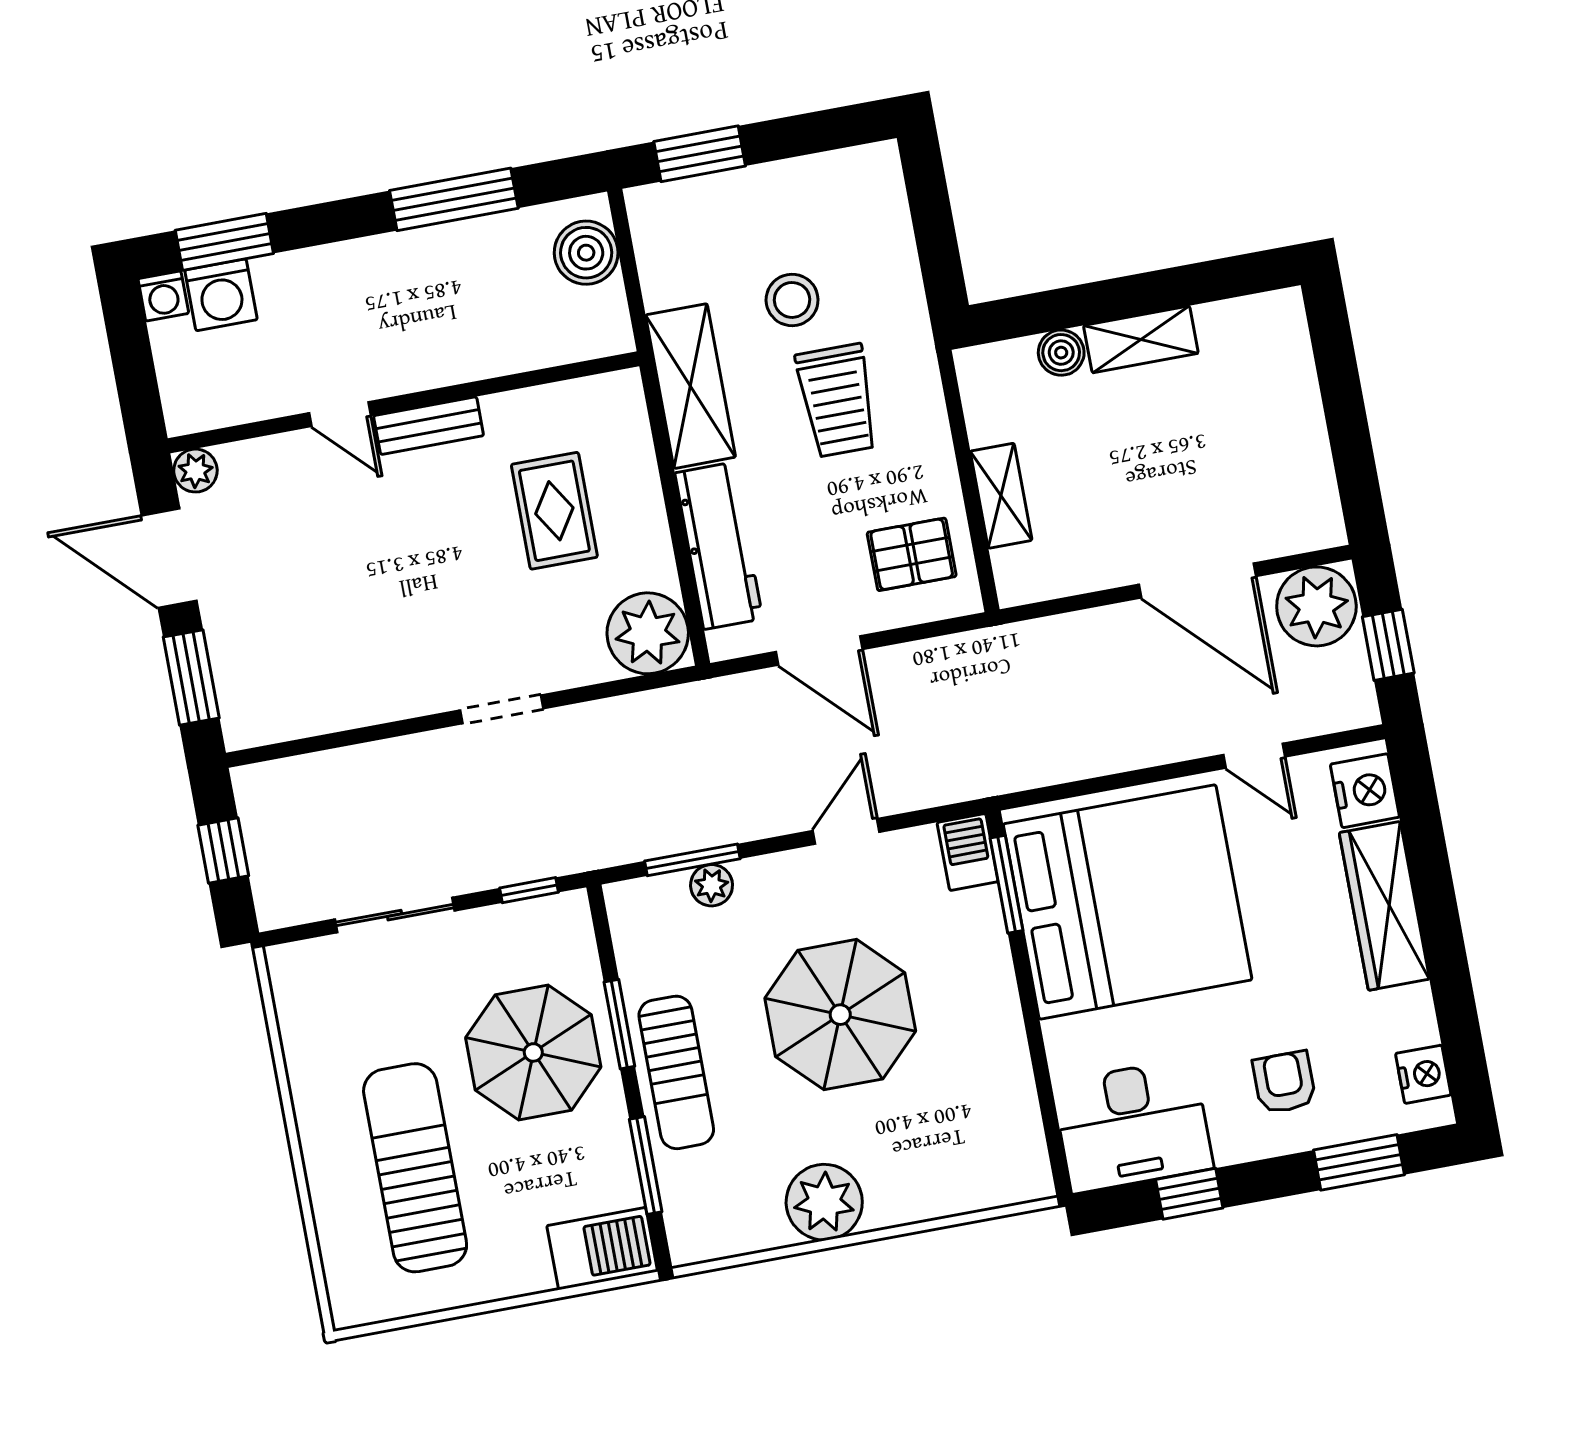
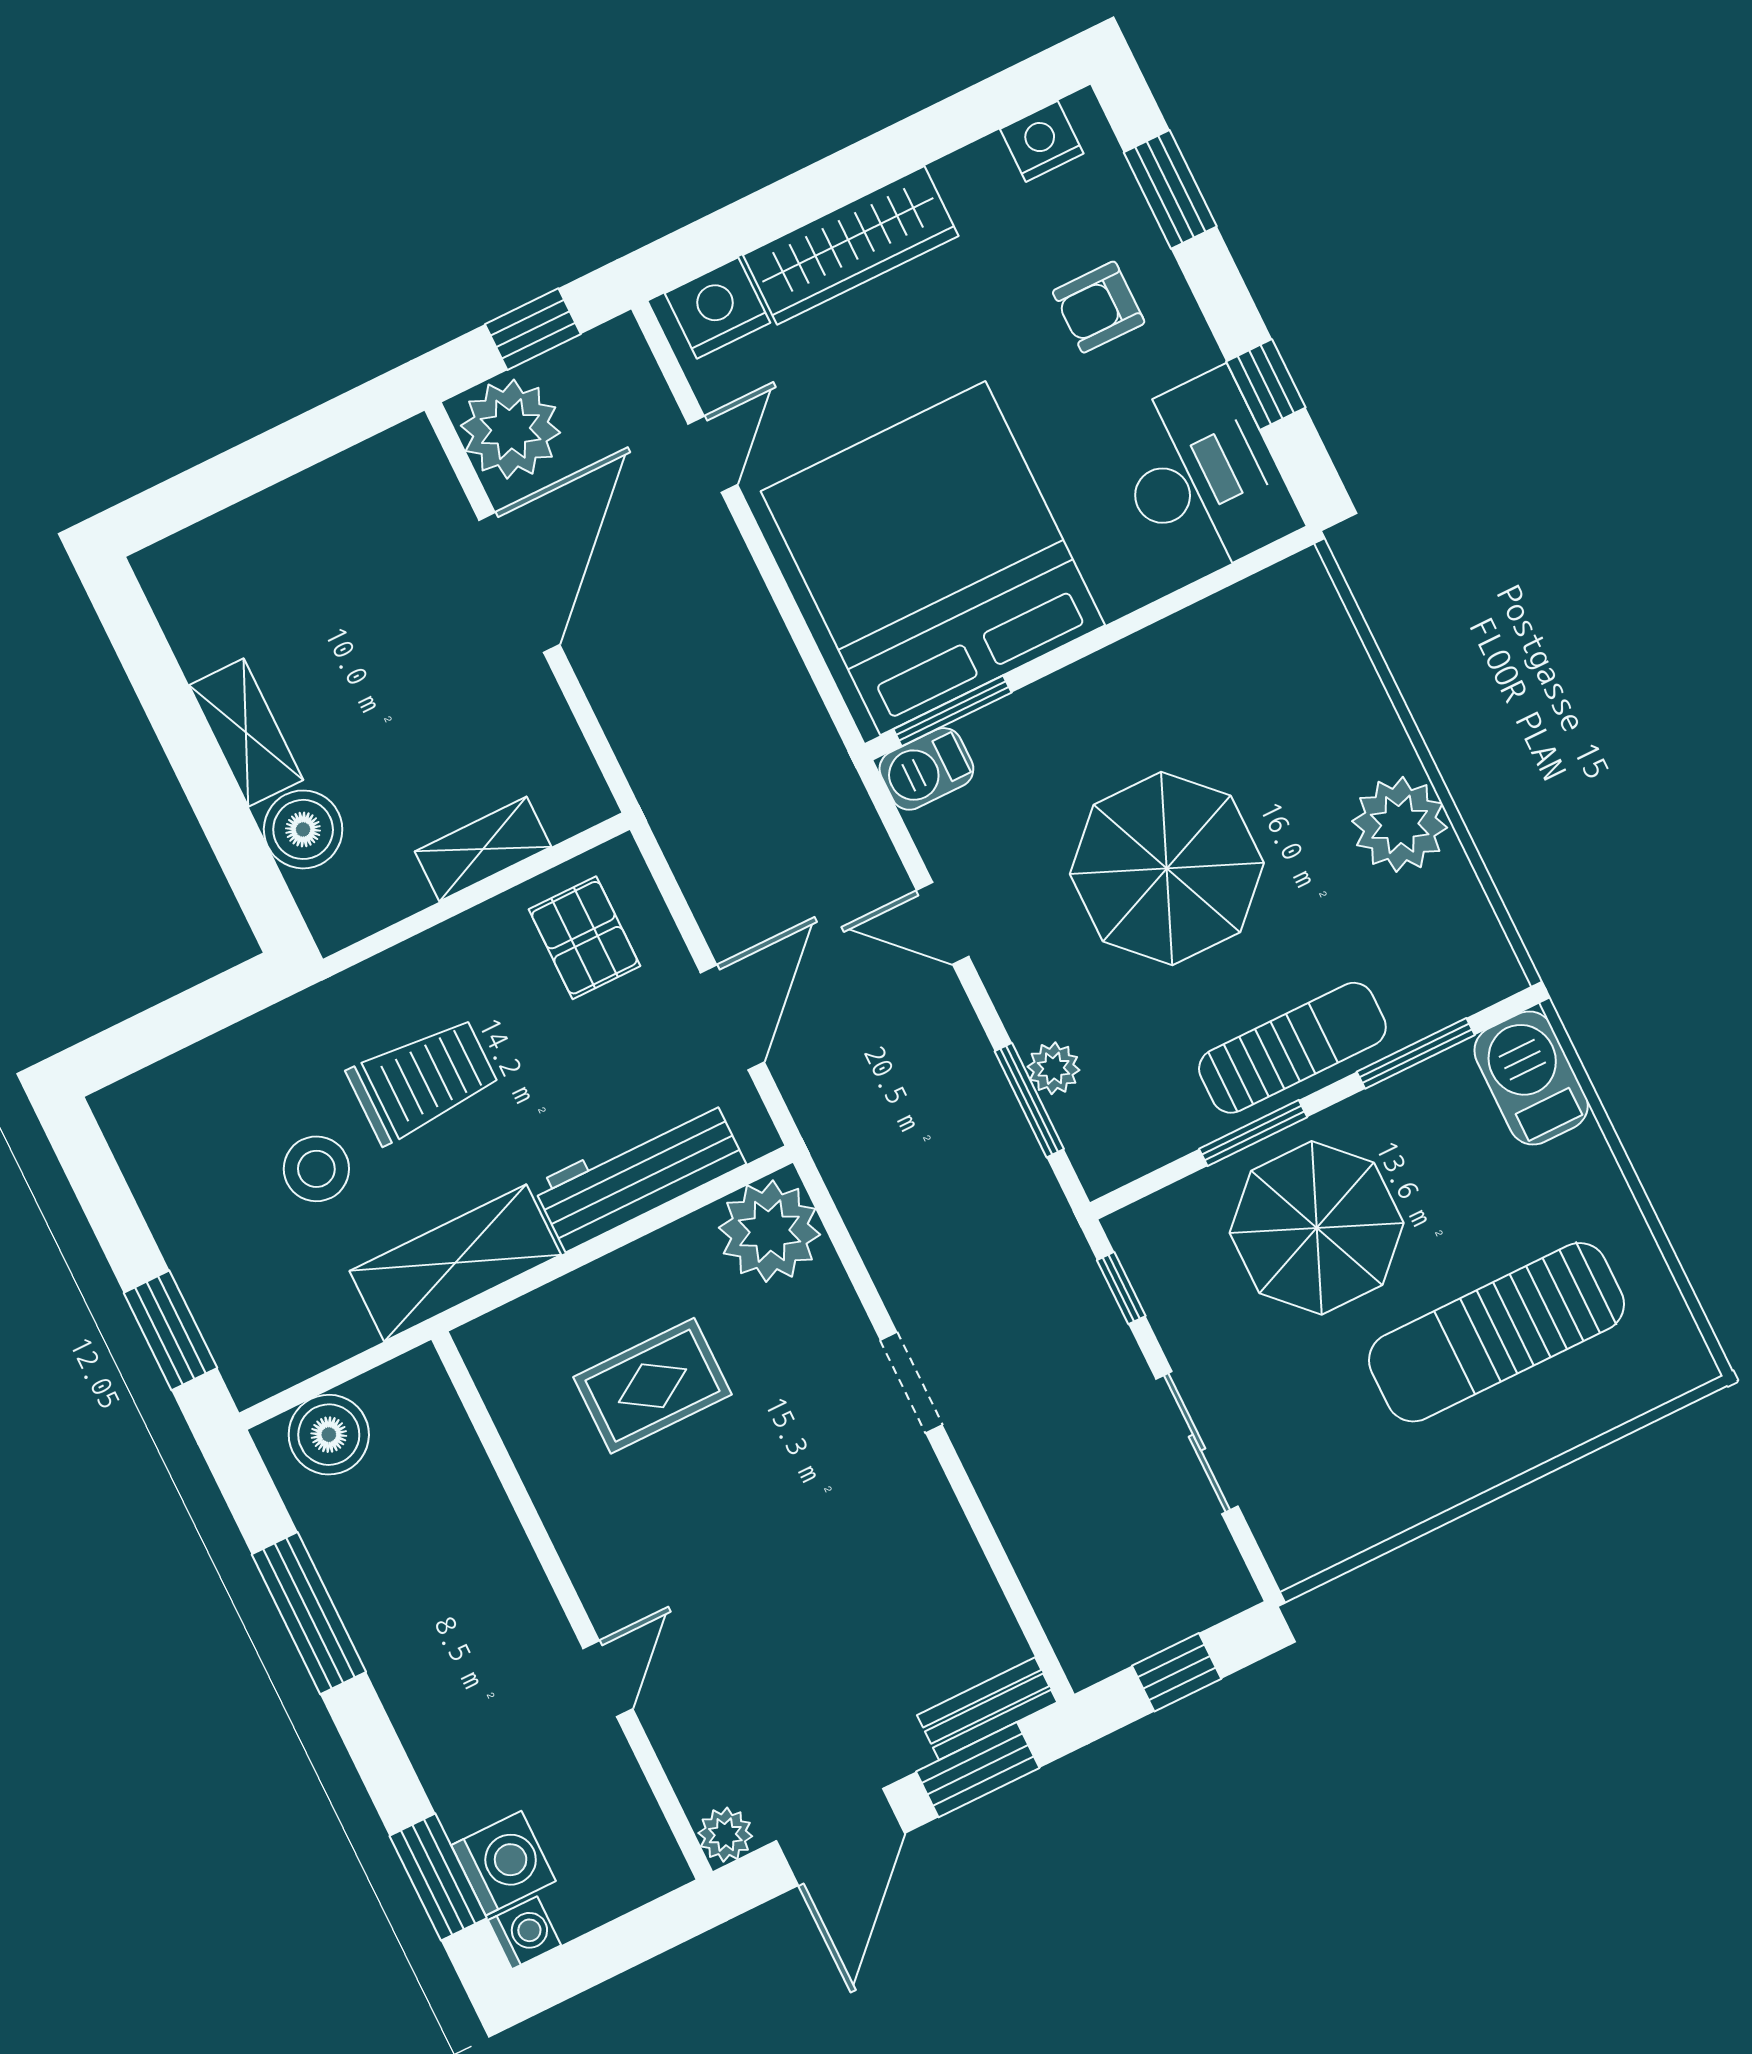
boiler: (1061, 353) -> (303, 829), width x1.36, depth x1.36
bench: (429, 426) -> (987, 1709), moved, turned 90

